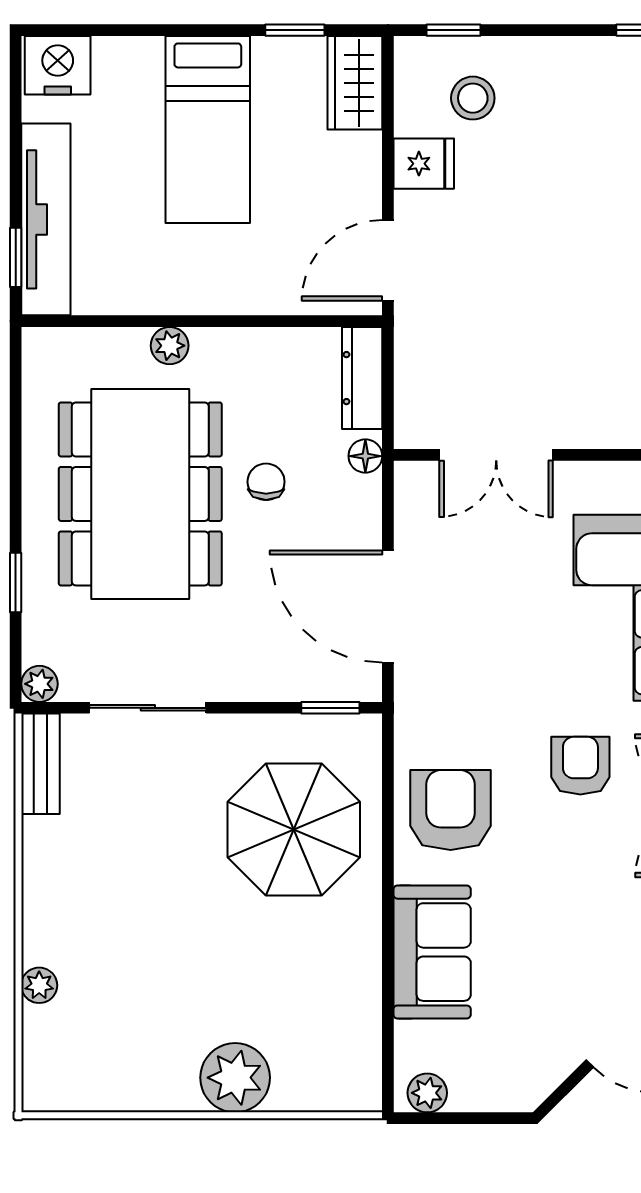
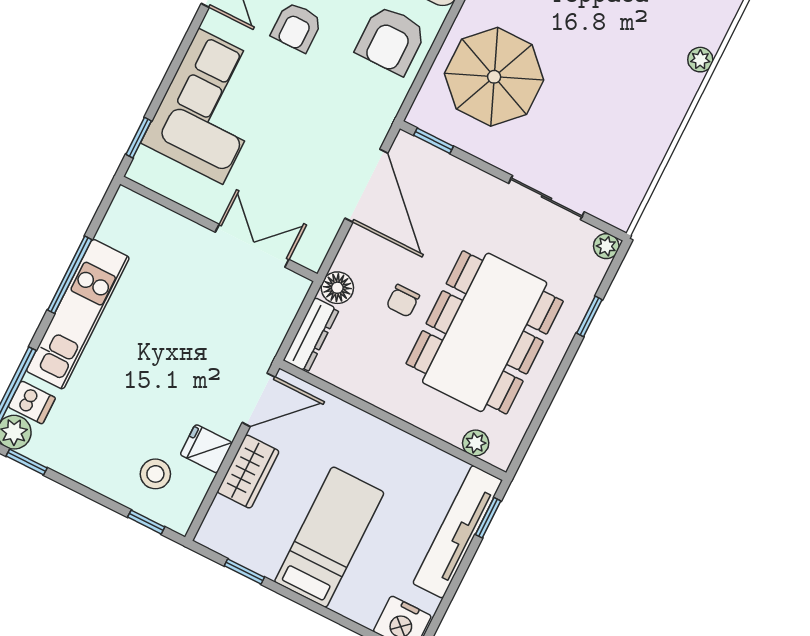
wardrobe: (355, 83) -> (248, 472), moved
plant: (170, 346) -> (476, 443), moved
floor lamp: (365, 456) -> (337, 288), width x1.37, depth x1.37
bench: (40, 764) -> (630, 196), removed

